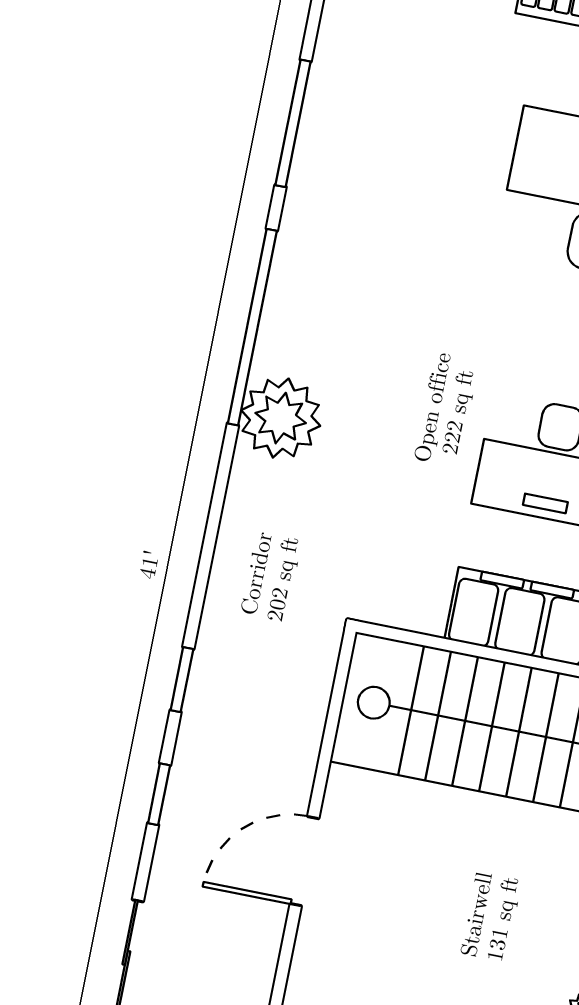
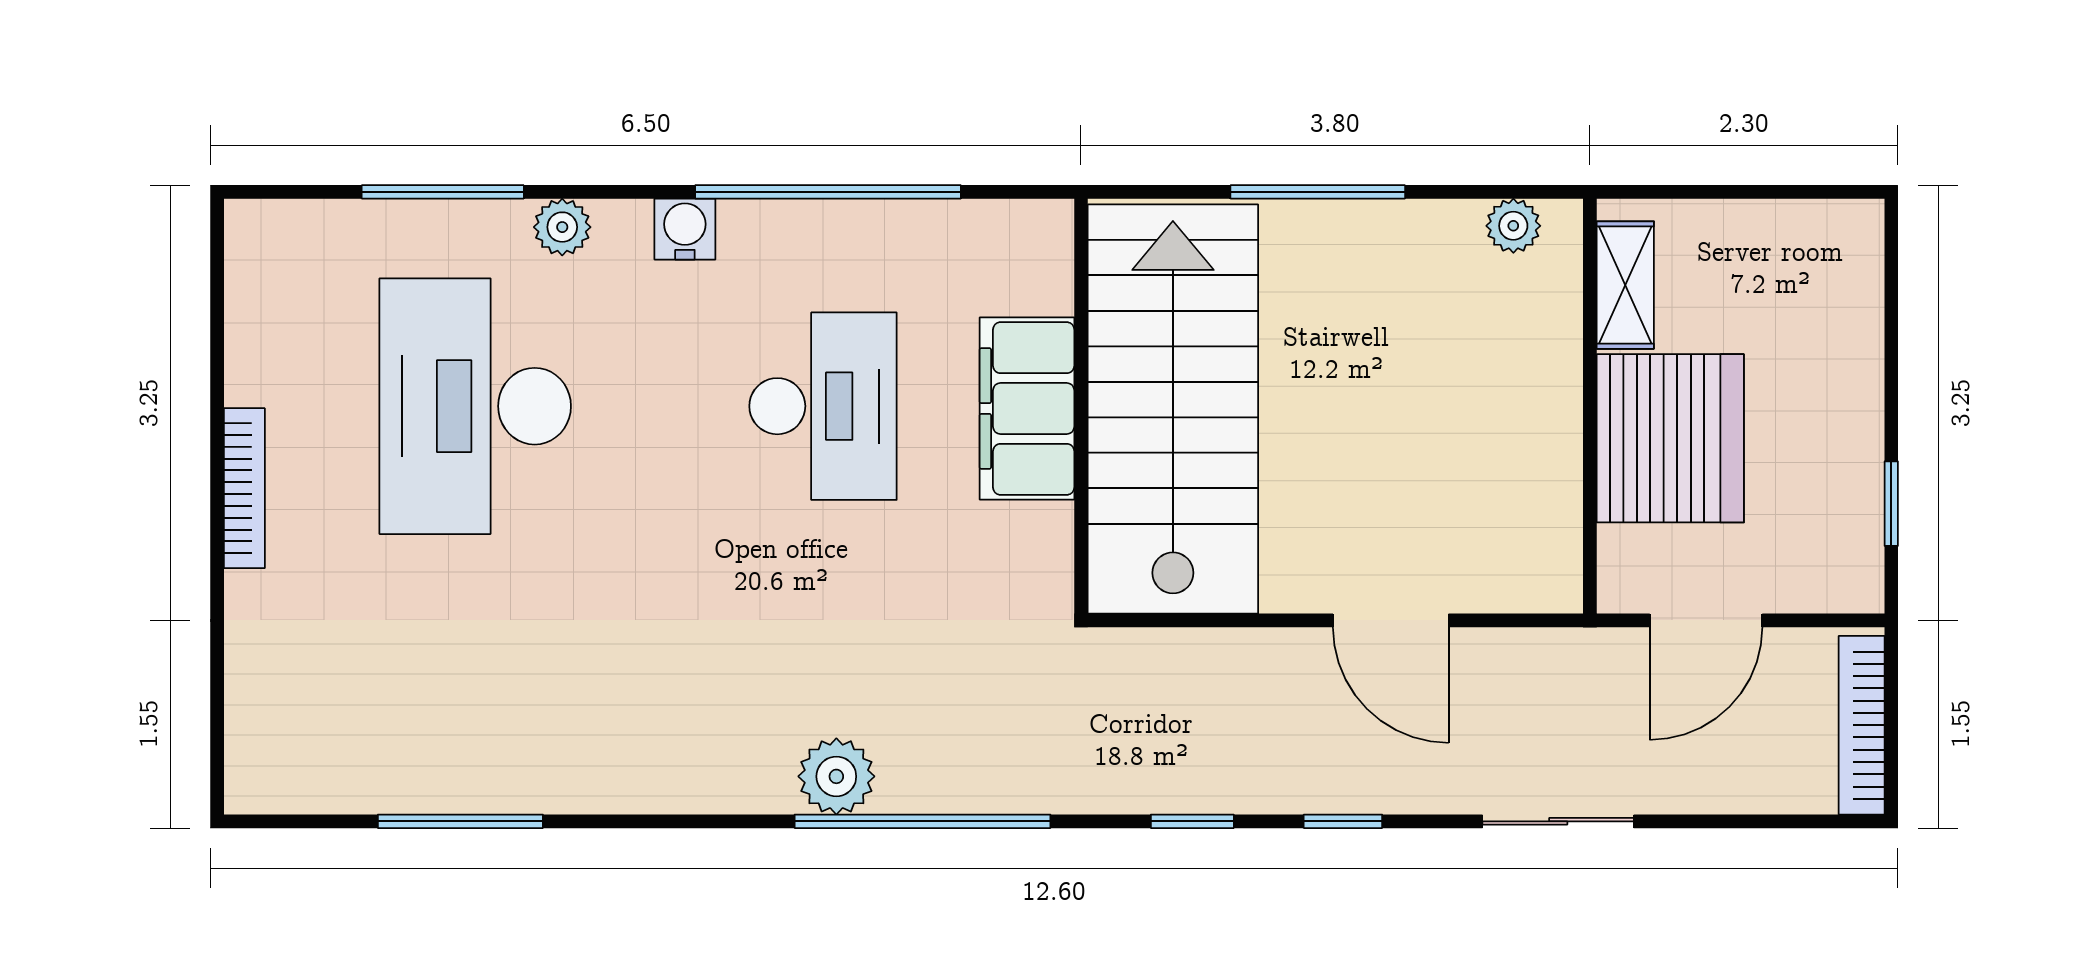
window: (252, 327) -> (922, 821), moved
plant: (281, 418) -> (836, 776), width x0.73, depth x0.73

